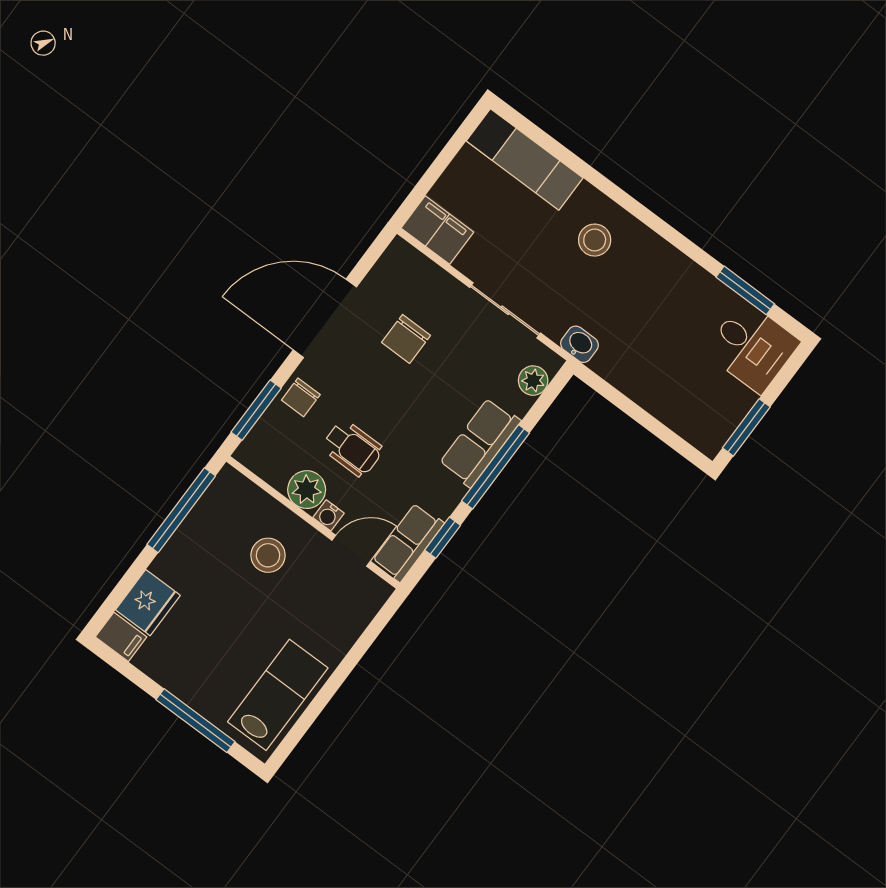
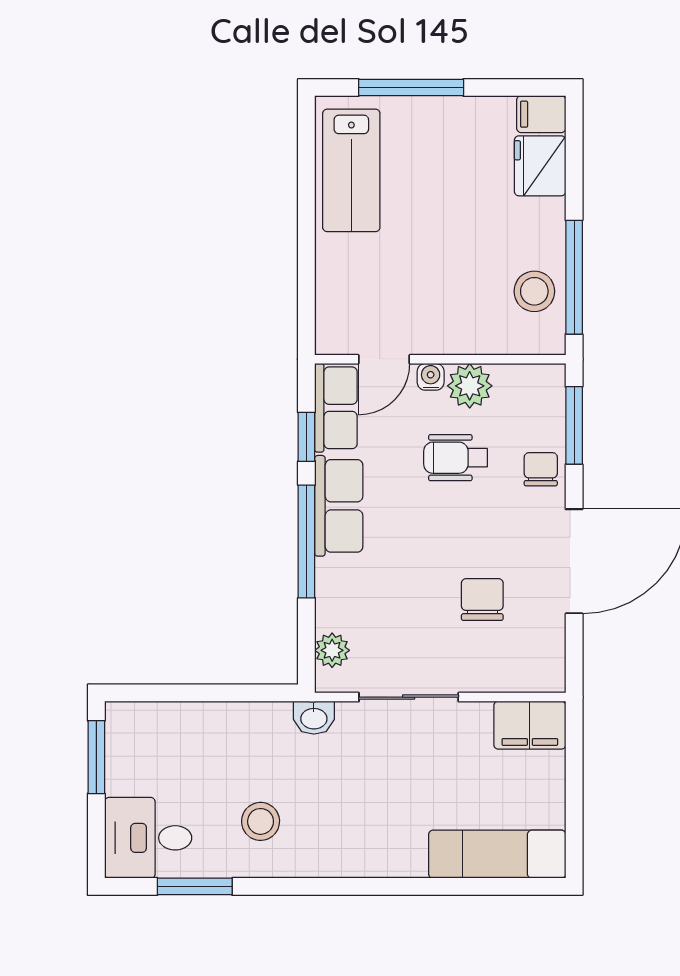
stool: (595, 240) -> (261, 821), moved
row of seats: (480, 442) -> (339, 506), moved
stool: (268, 555) -> (534, 291), moved

